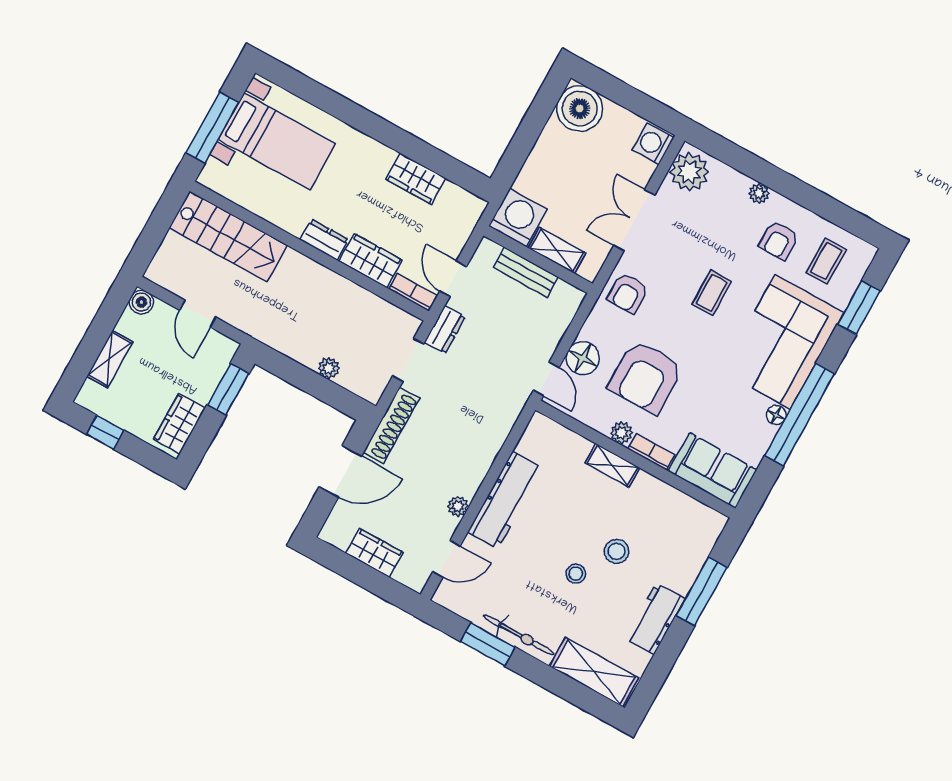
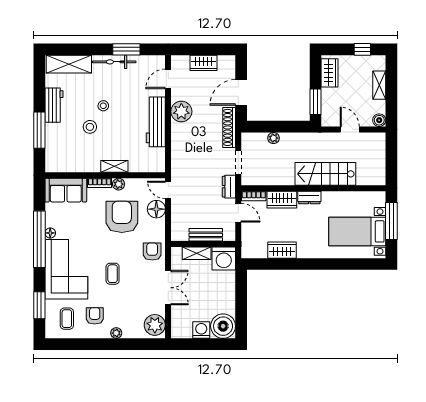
washing machine: (653, 144) -> (201, 330), moved, turned -90
stairs: (228, 236) -> (325, 174), moved
plant: (458, 506) -> (181, 112), width x1.88, depth x1.88

